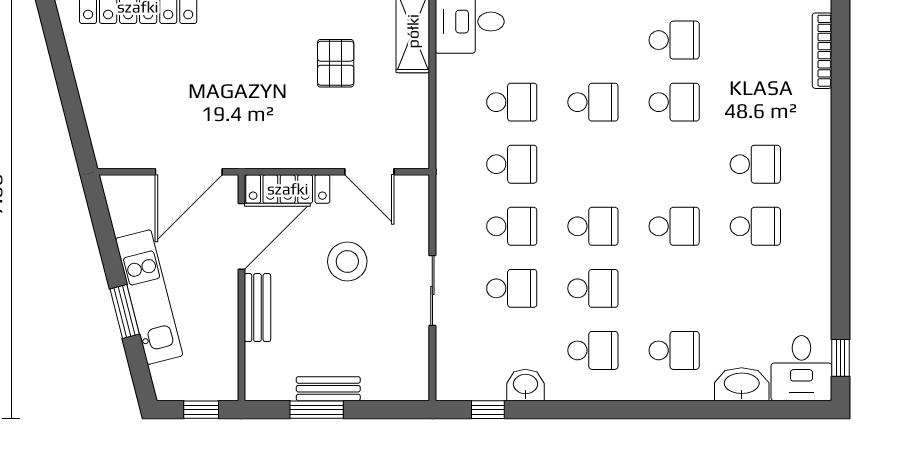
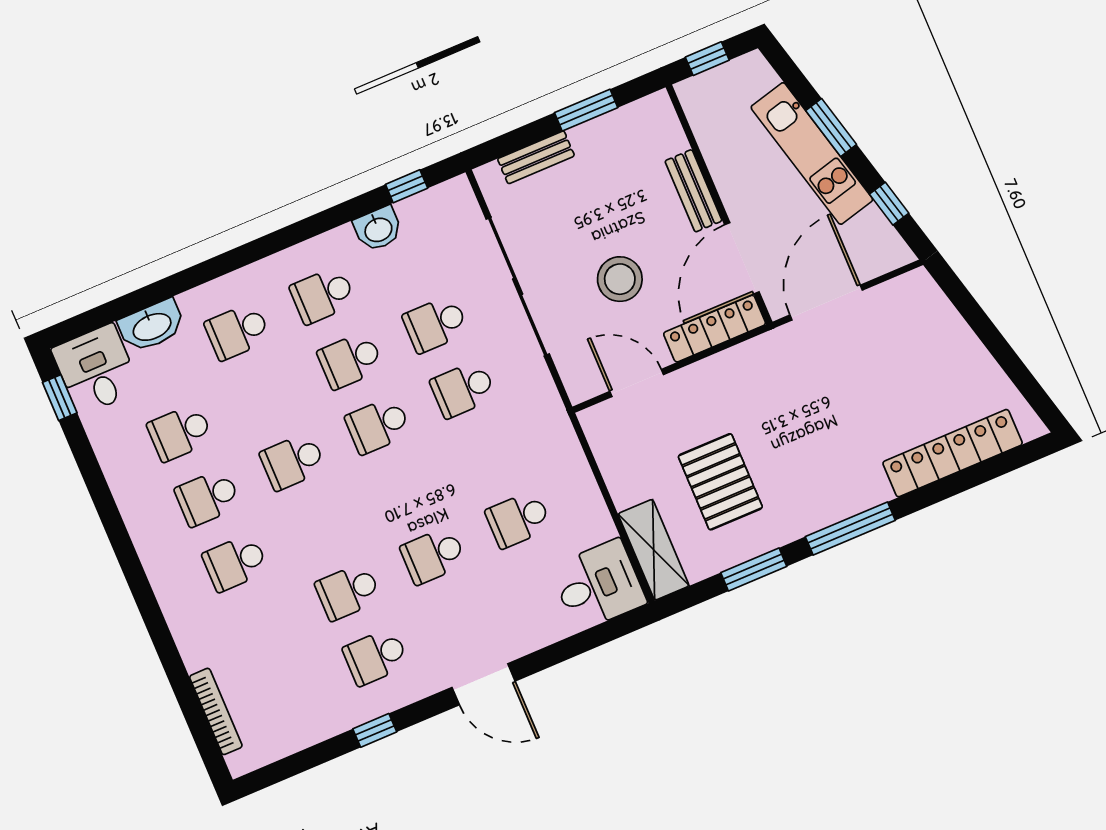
pallet: (336, 63) -> (720, 482), width x1.50, depth x1.42
school desk: (512, 164) -> (180, 433), moved
window: (104, 230) -> (889, 204), added
sliding door: (432, 290) -> (518, 287), width x1.86
bench: (328, 389) -> (536, 157), moved

